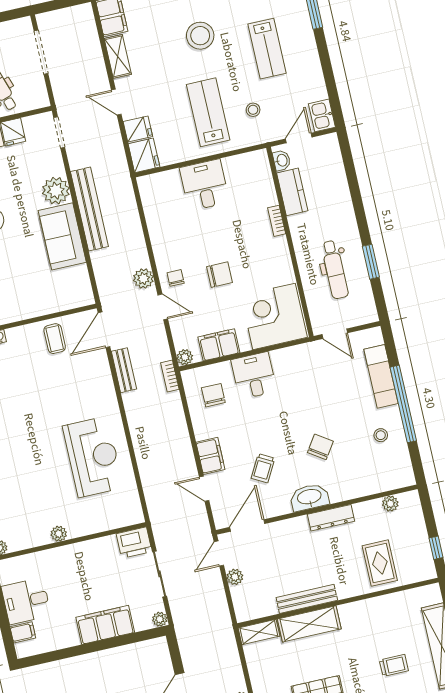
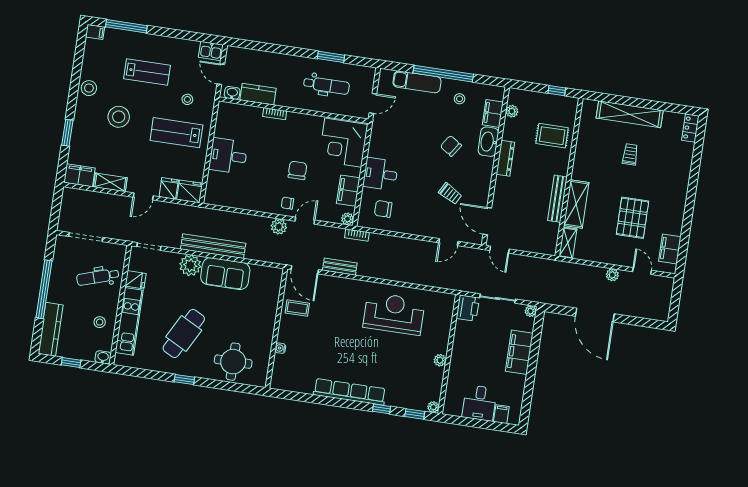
filing cabinet: (210, 456) -> (493, 113), moved, turned -90
washbasin: (309, 497) -> (488, 142), moved
plant: (235, 577) -> (521, 245), removed

